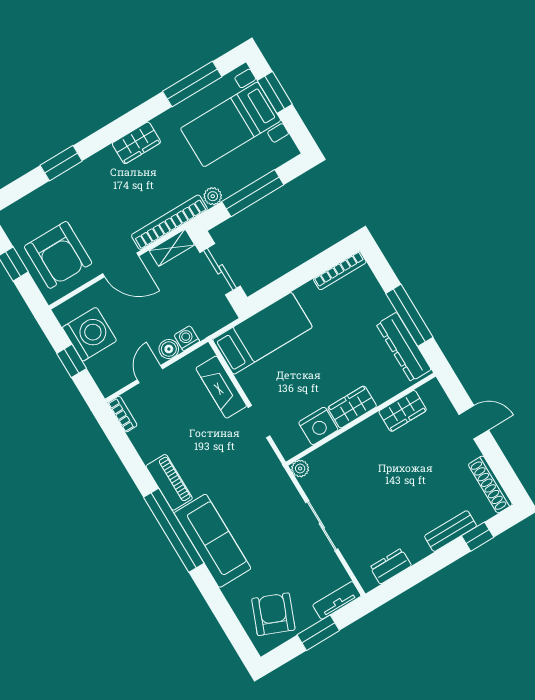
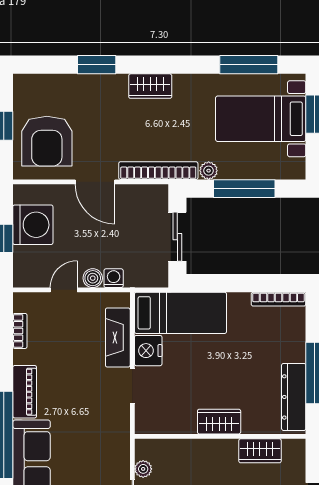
wardrobe: (136, 143) -> (150, 86), moved
shelving: (172, 248) -> (147, 193), removed
bookcase: (123, 414) -> (20, 331), moved
nightstand: (318, 426) -> (148, 351), moved, turned 90
plant: (300, 468) -> (143, 469), moved

